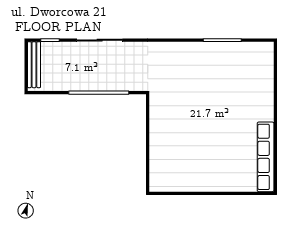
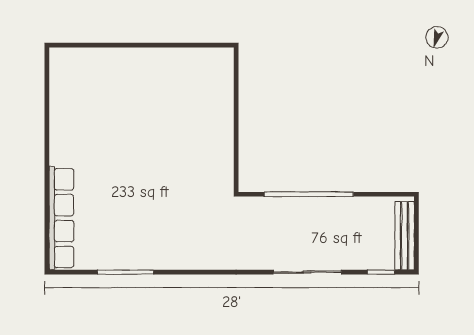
row of seats: (266, 157) -> (61, 218), moved

